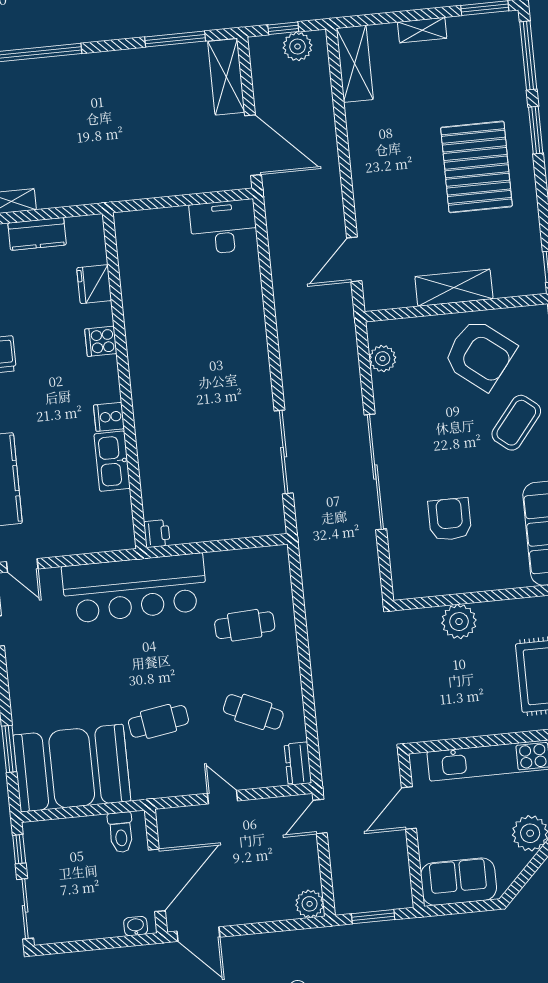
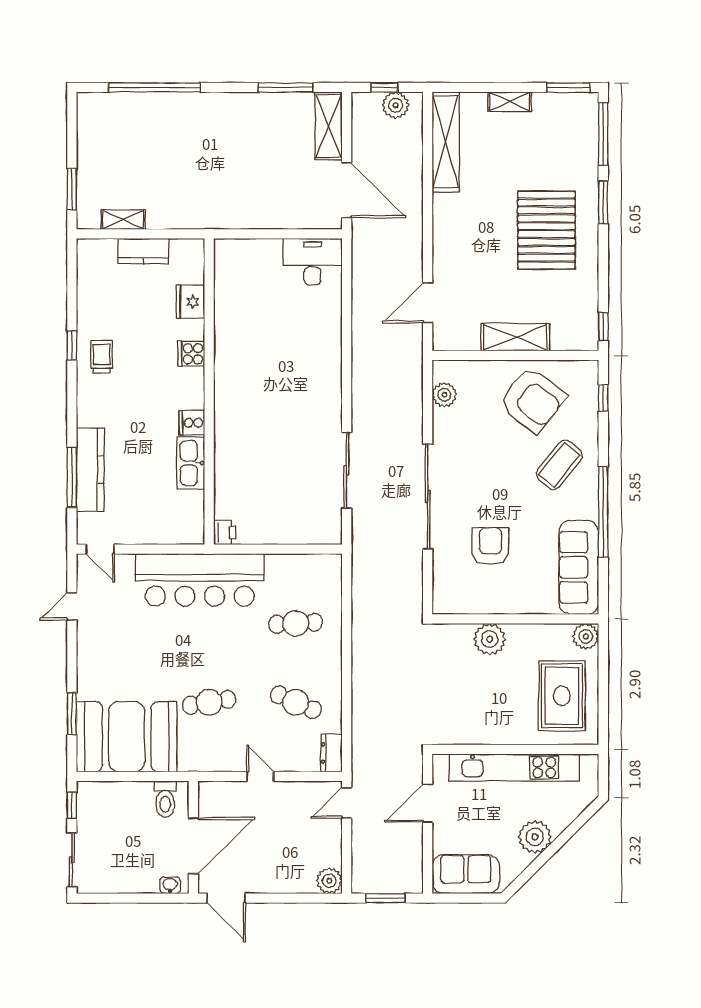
shelving: (355, 64) -> (446, 142), width x1.47

